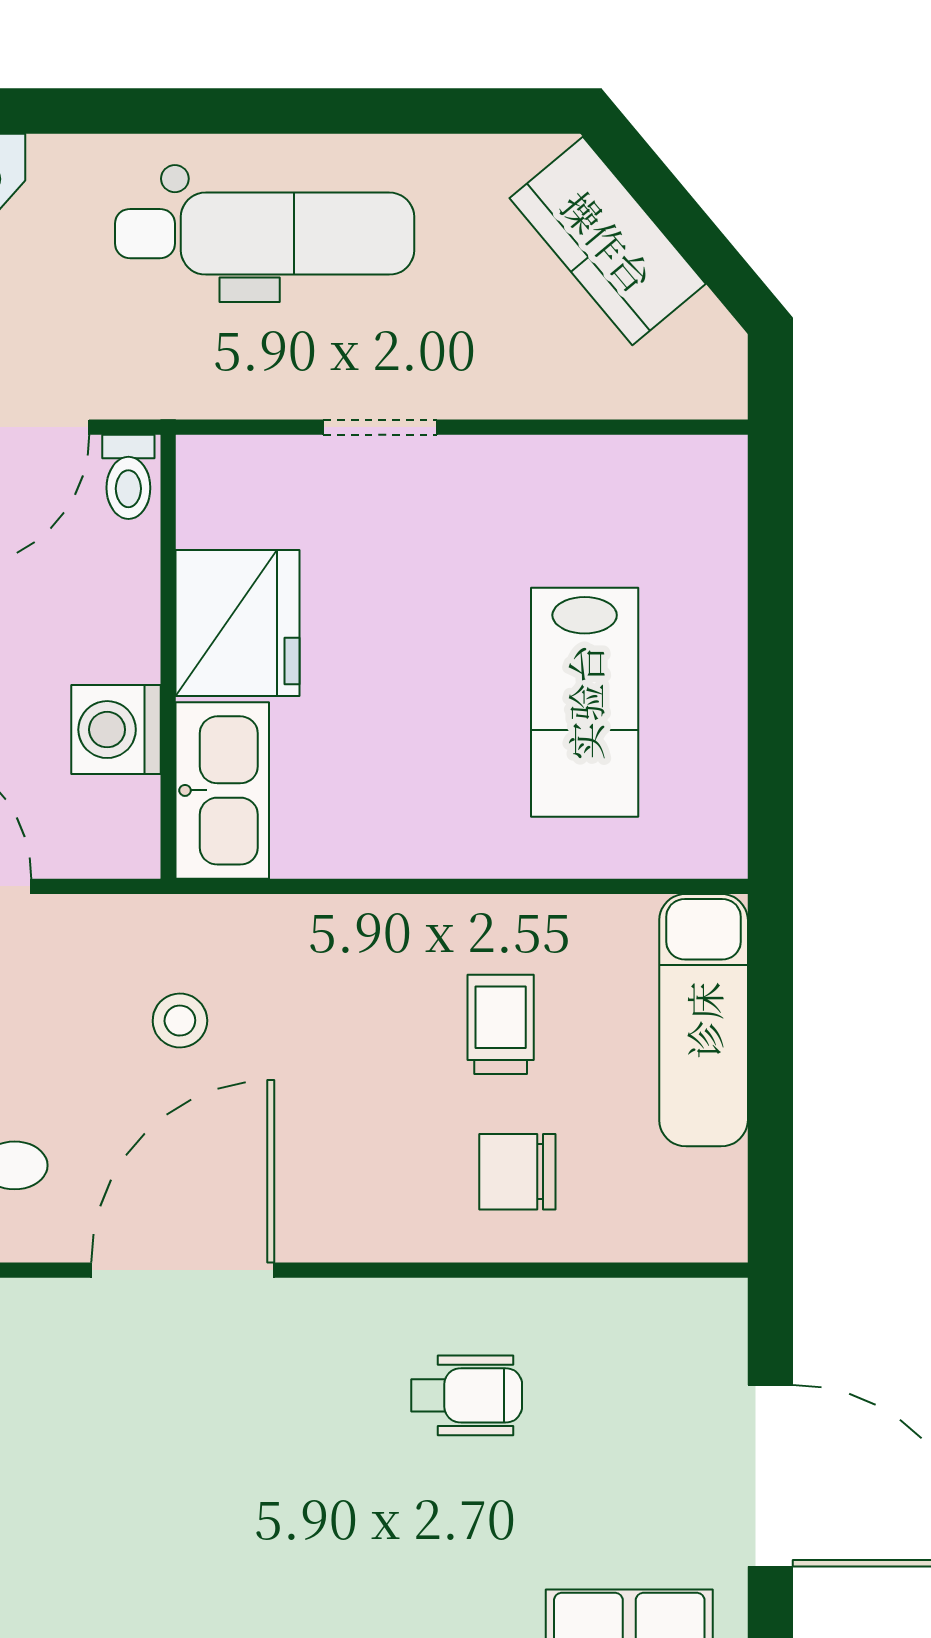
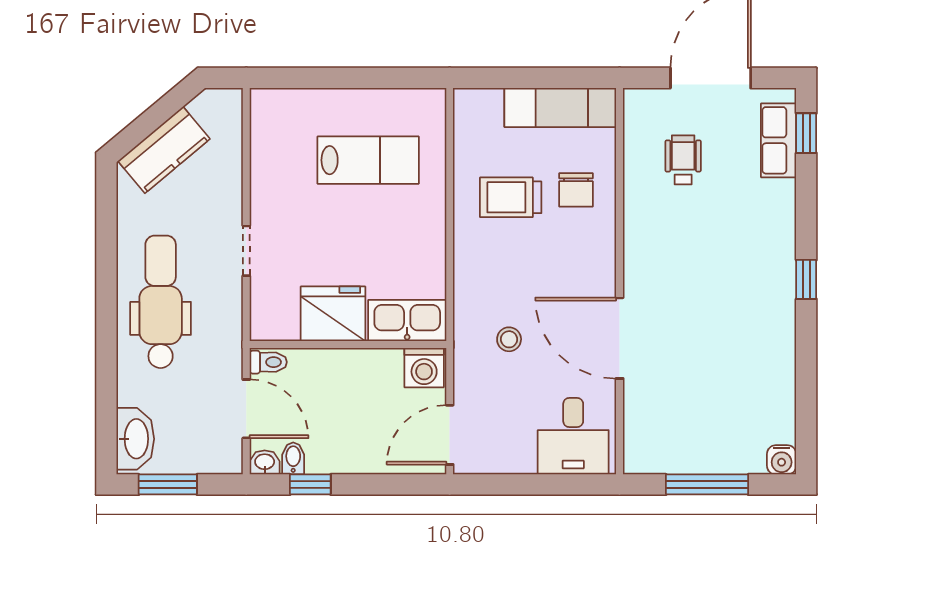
washing machine: (116, 730) -> (424, 368), moved
exam couch: (704, 1020) -> (560, 107), moved
trolley: (501, 1024) -> (511, 197), width x1.36, depth x1.39
wheelchair: (467, 1395) -> (683, 160), moved

